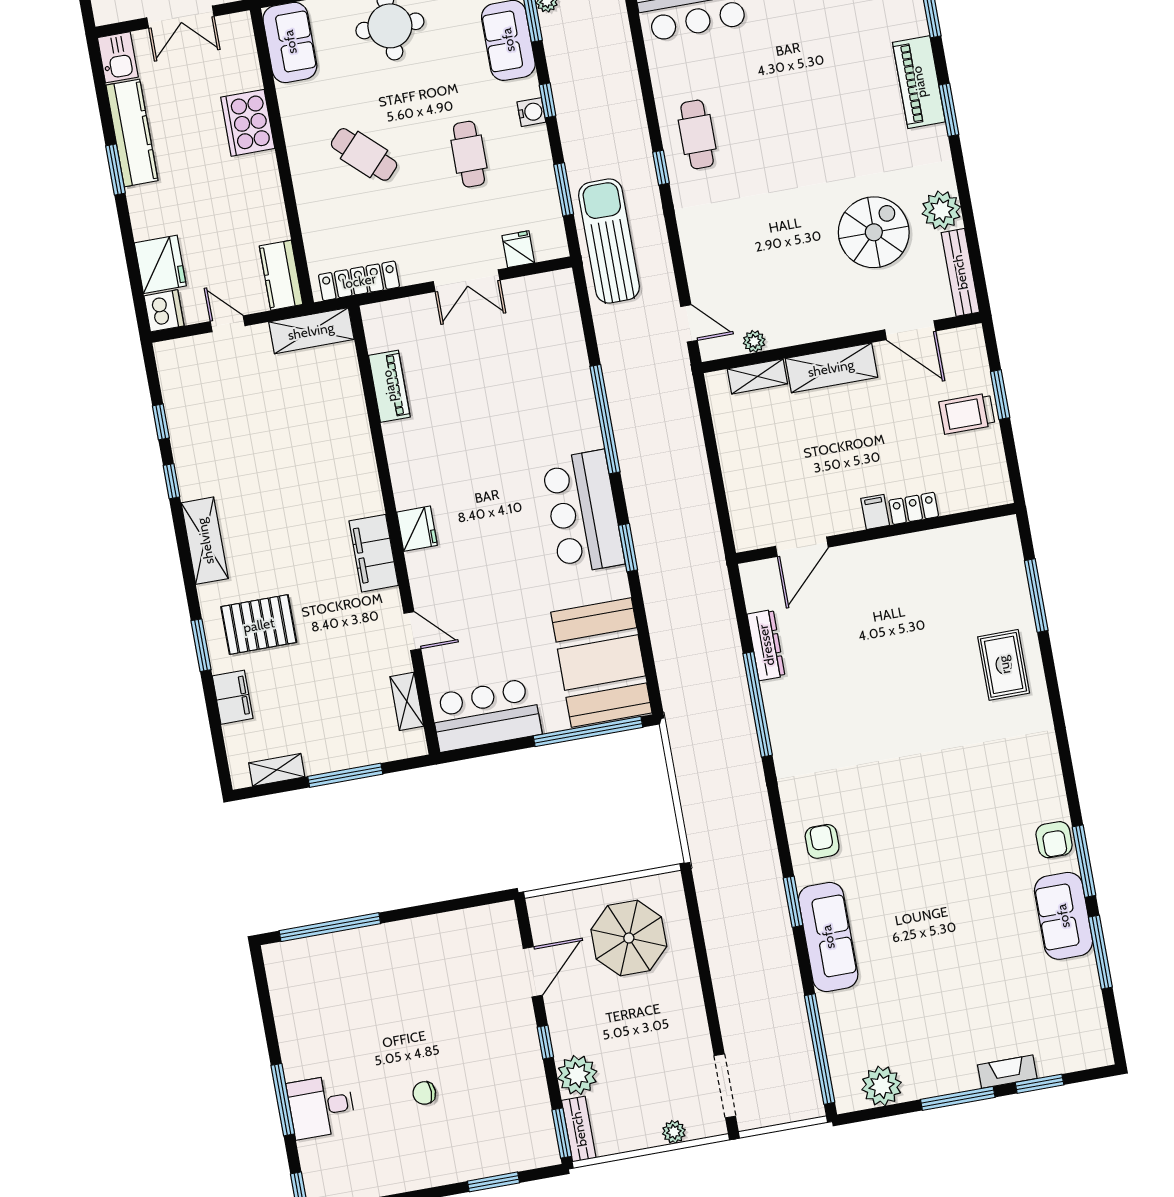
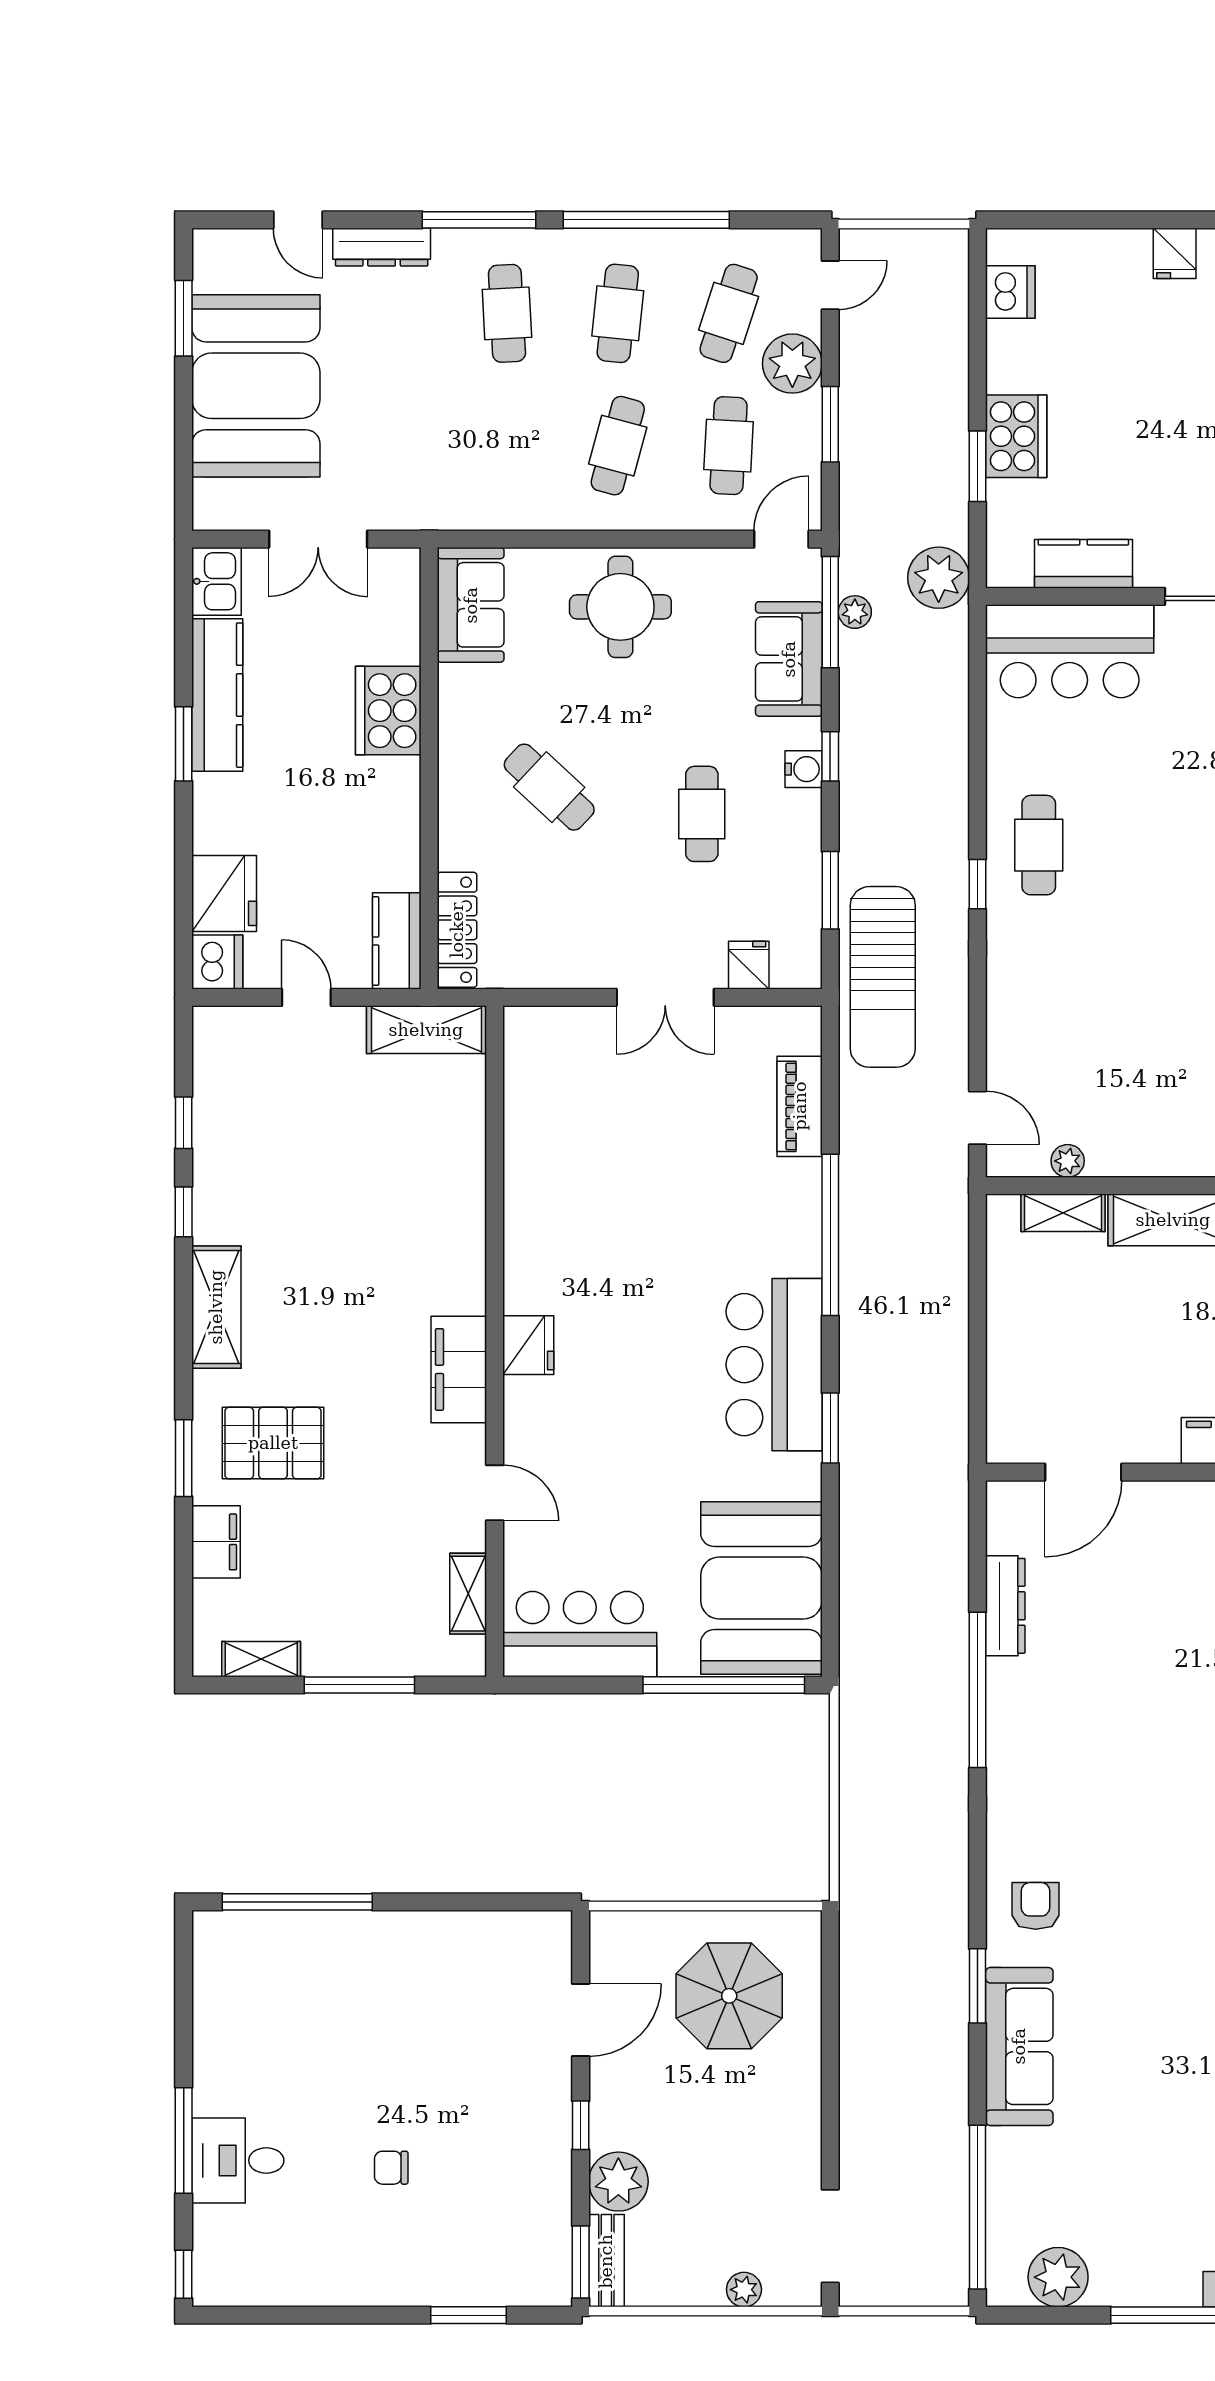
sun lounger: (609, 241) -> (883, 977), turned 180
locker: (359, 281) -> (457, 930), moved, turned 90
piano: (389, 386) -> (800, 1106), moved, turned 180

